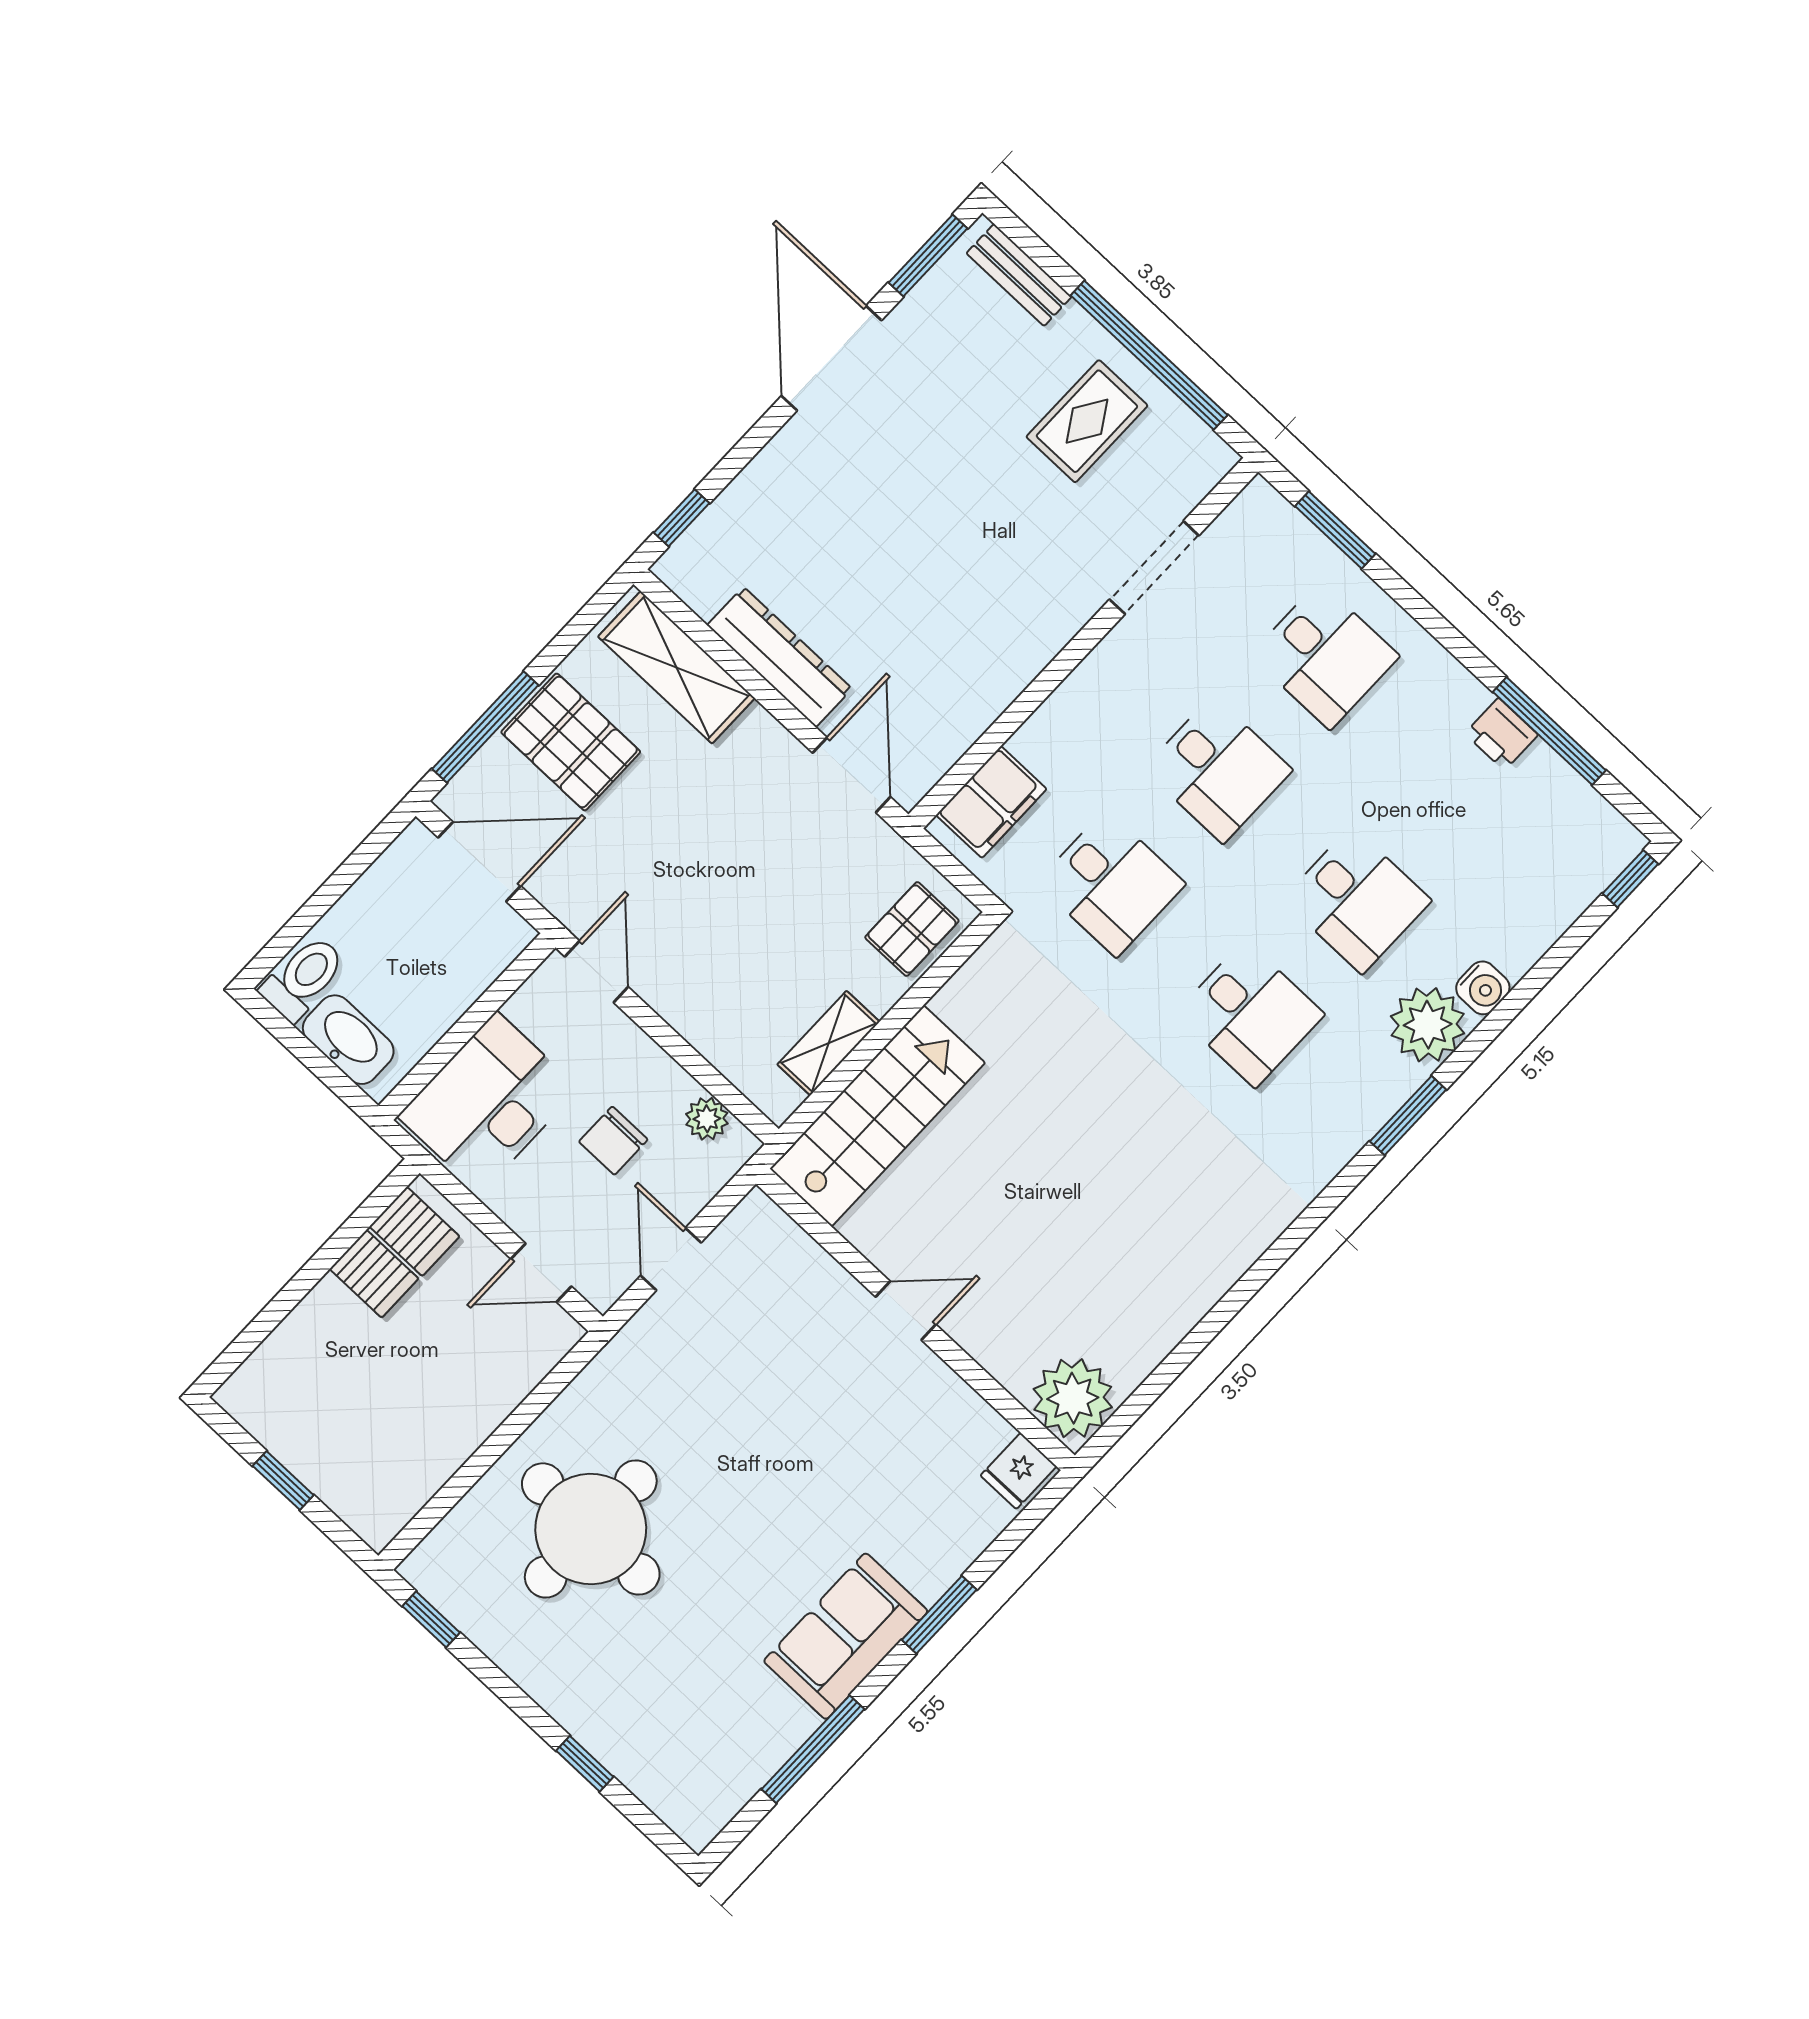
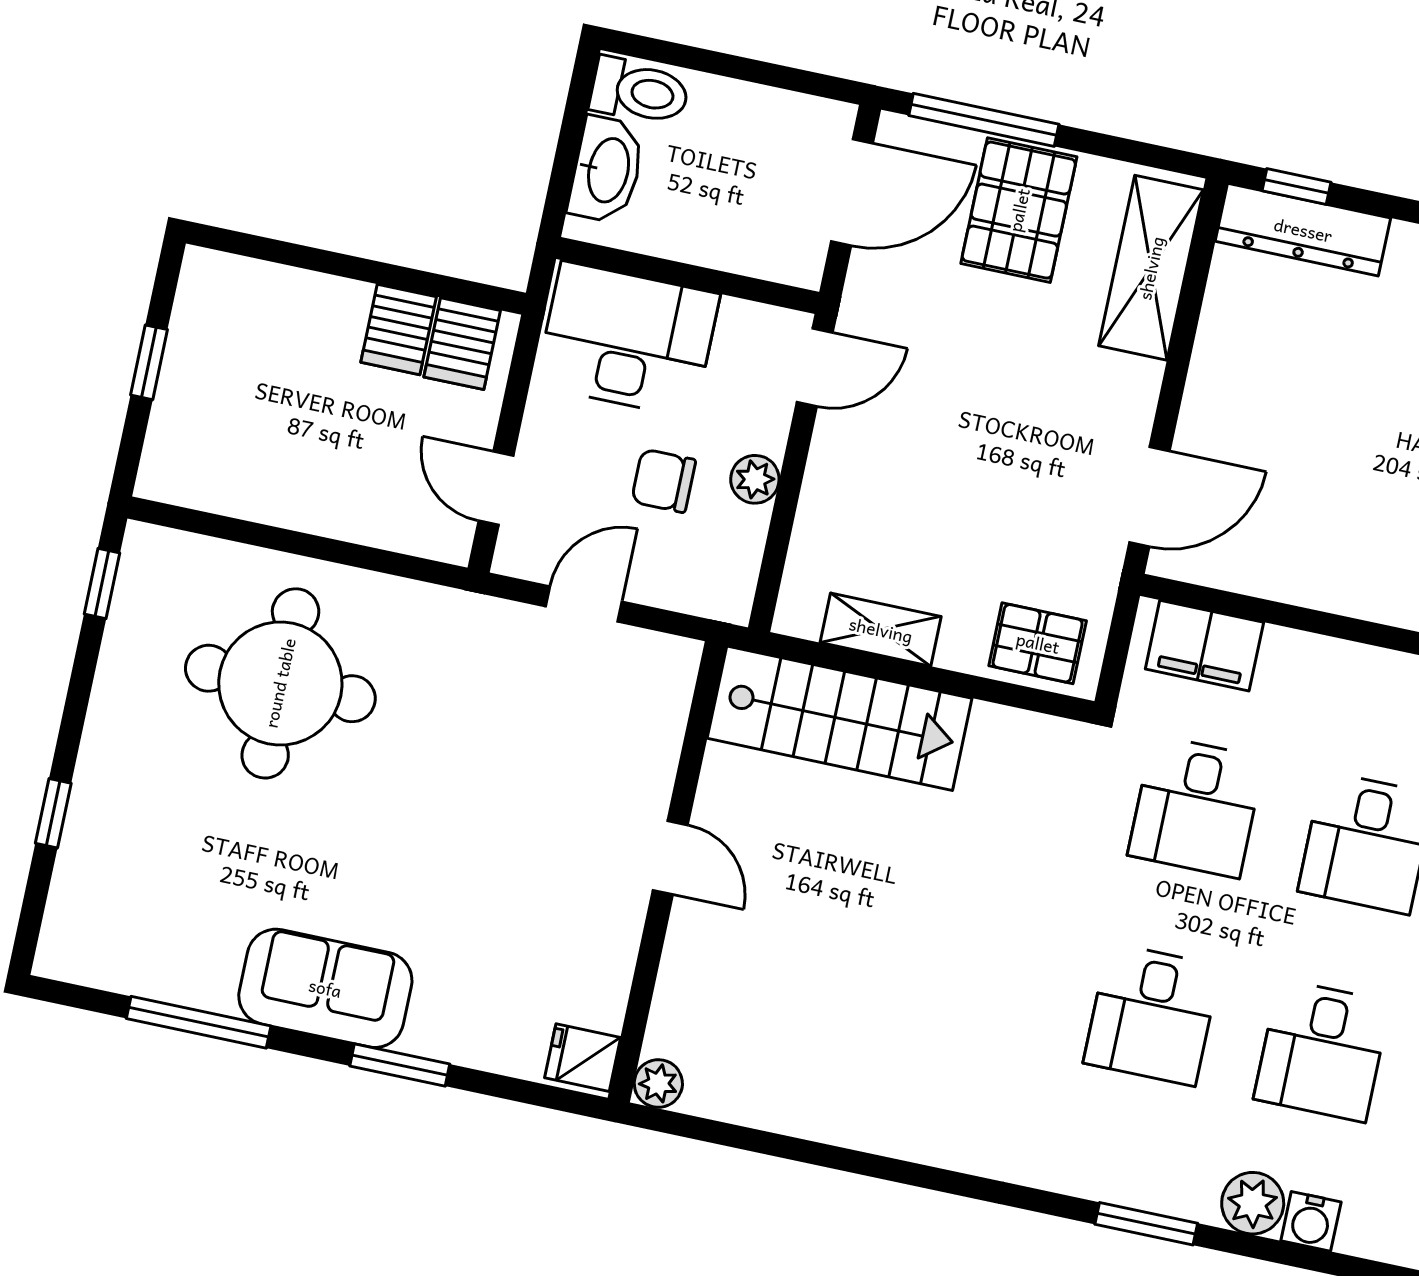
dresser: (780, 657) -> (1303, 230), moved, turned 90
door: (479, 862) -> (852, 192), hinge flipped
plant: (1428, 1025) -> (1253, 1203), width x0.73, depth x0.73
plant: (707, 1119) -> (755, 479), moved
plant: (1073, 1398) -> (658, 1084), width x0.53, depth x0.53

